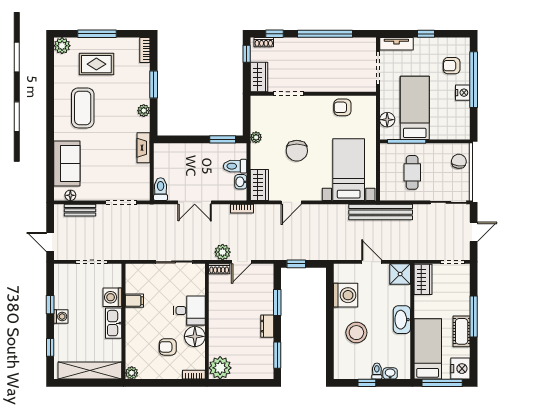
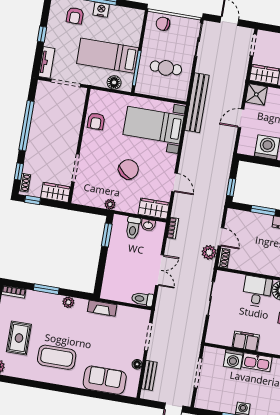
chair: (297, 151) -> (128, 169), turned -51
floor lamp: (70, 195) -> (137, 364), moved
filing cabinet: (134, 301) -> (246, 341), width x2.00

